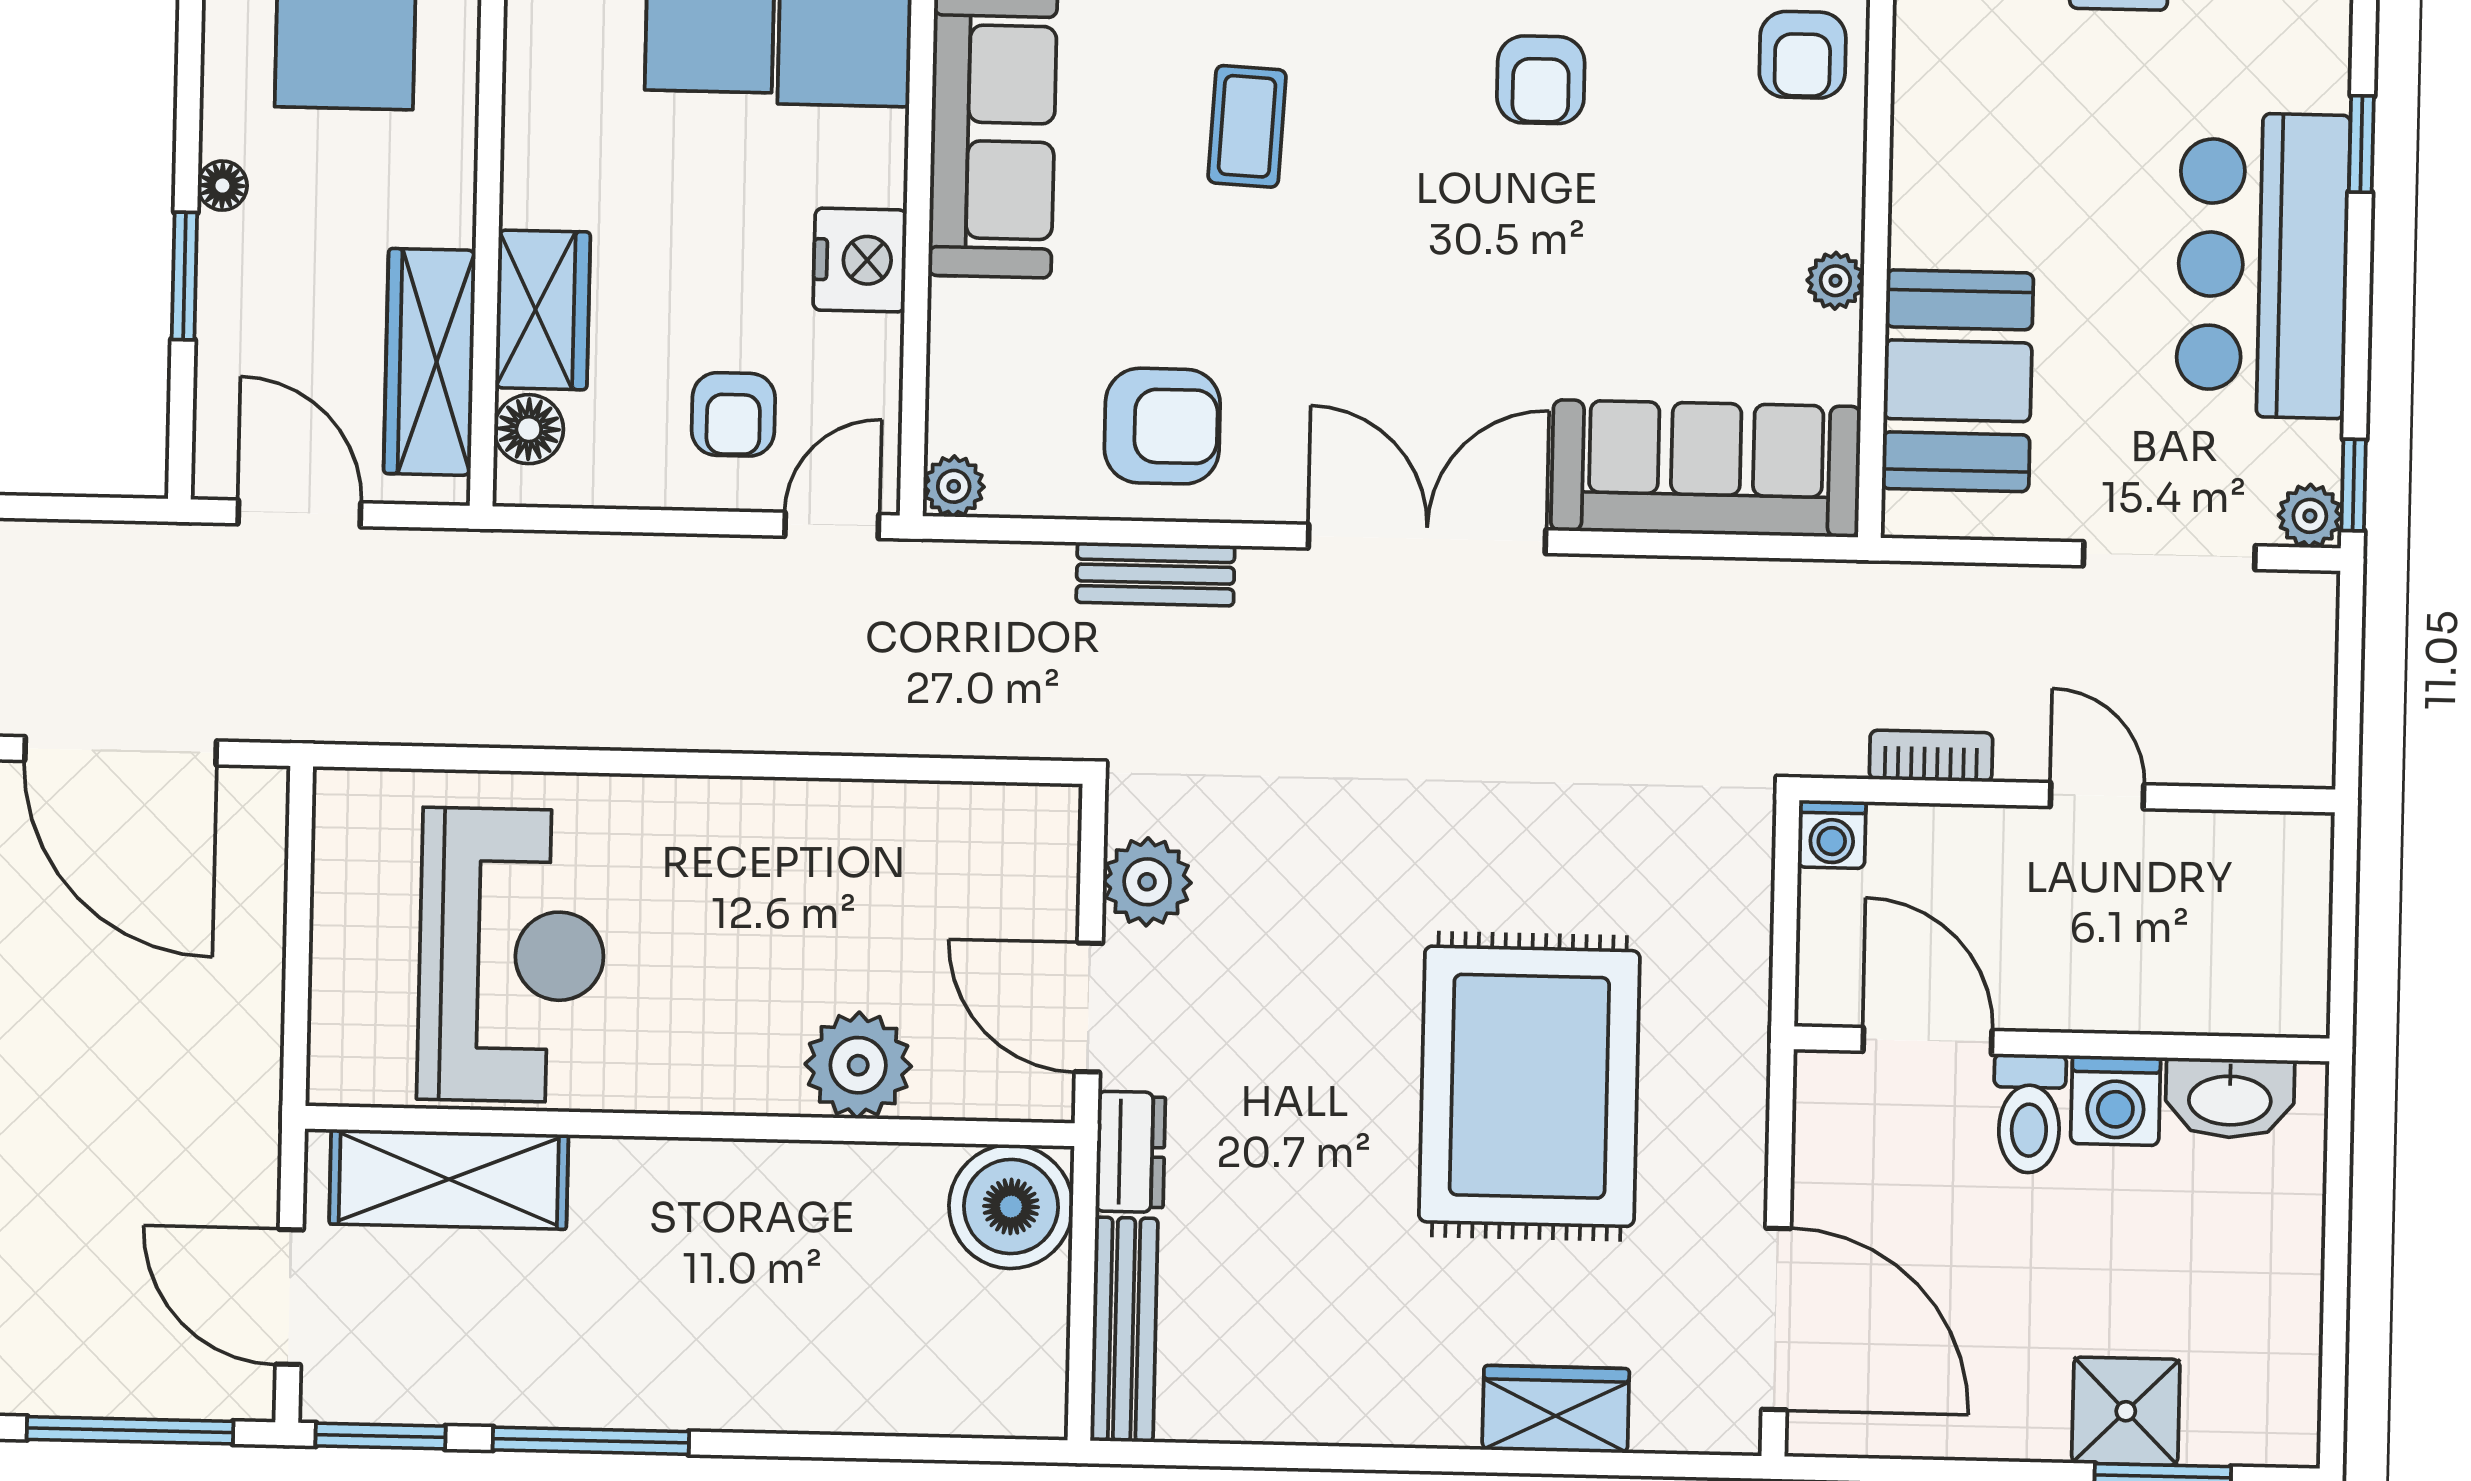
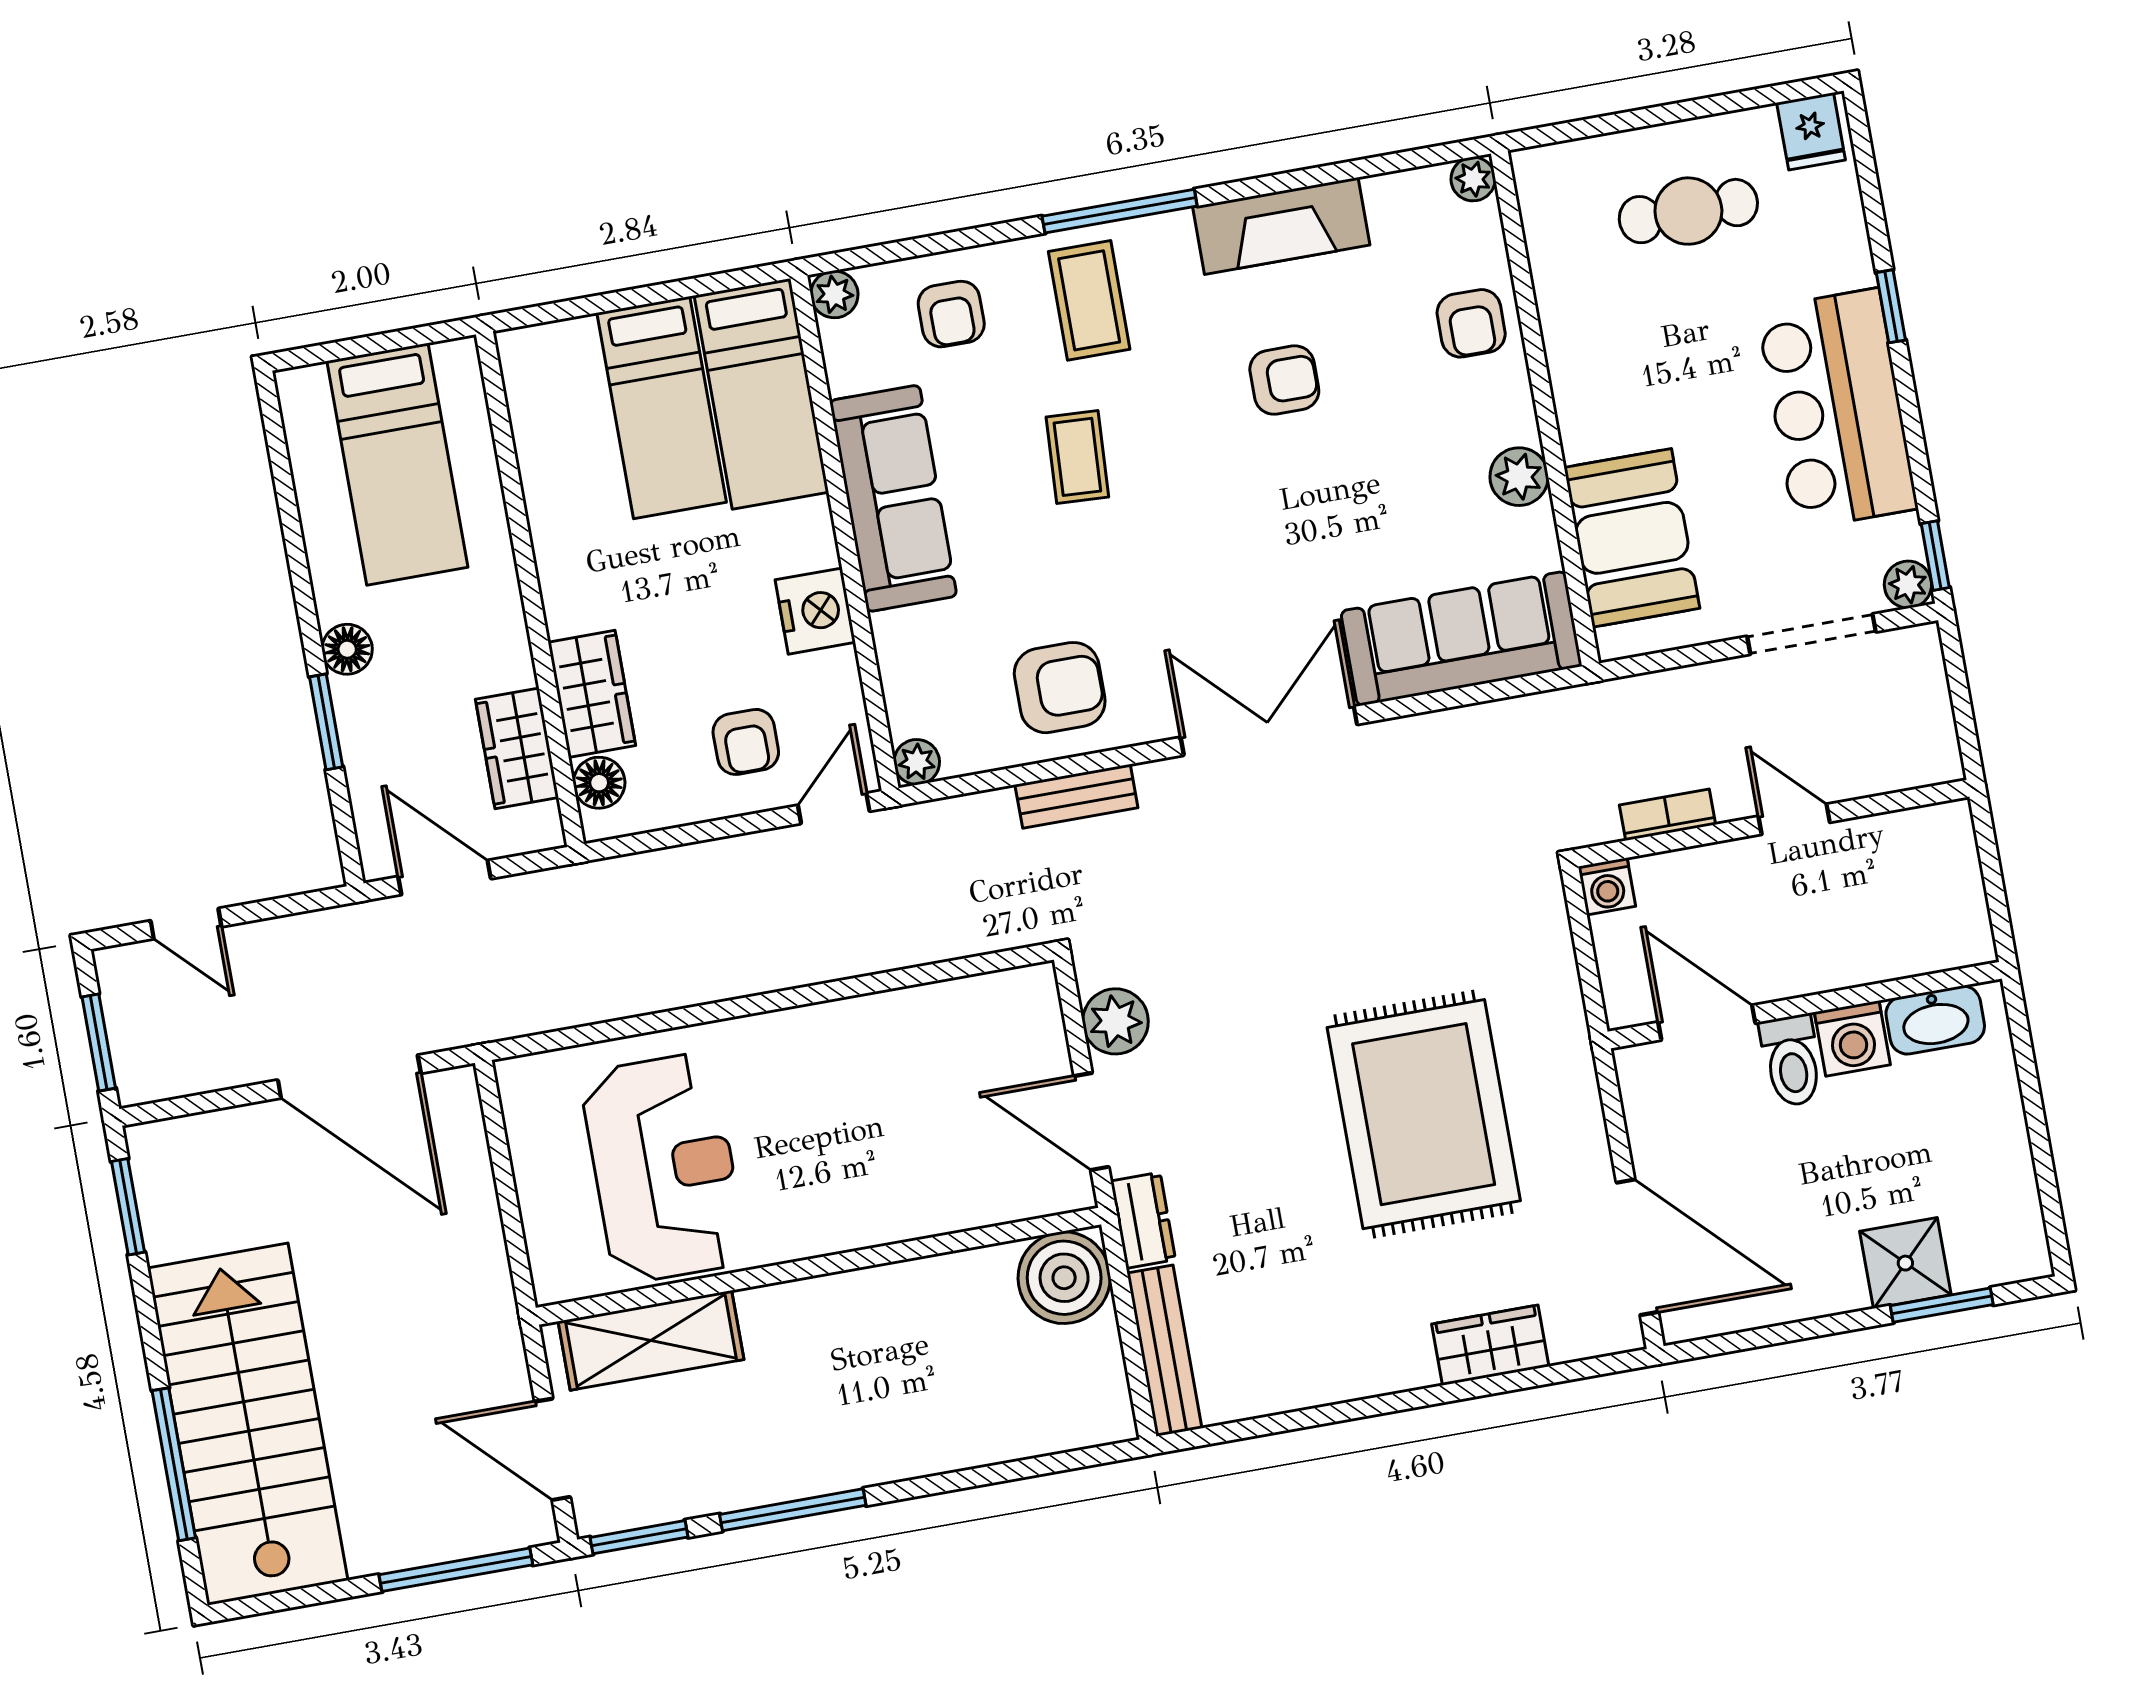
armchair: (1541, 80) -> (1284, 380), turned -90
floor lamp: (222, 186) -> (347, 649), width x1.37, depth x1.37
plant: (1835, 281) -> (1519, 477), width x1.38, depth x1.38
wardrobe: (430, 362) -> (517, 748), width x0.67
plant: (858, 1065) -> (932, 1197), removed

